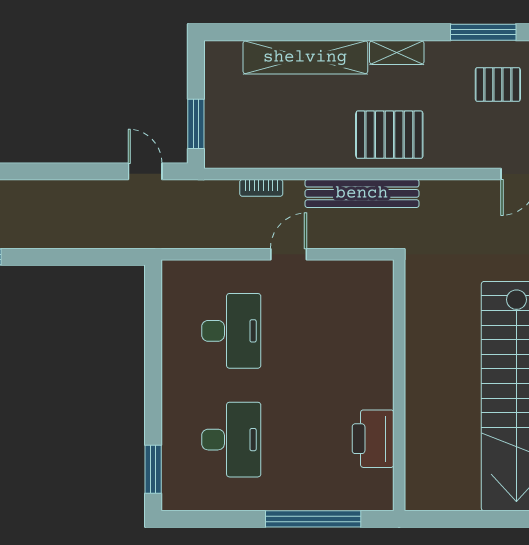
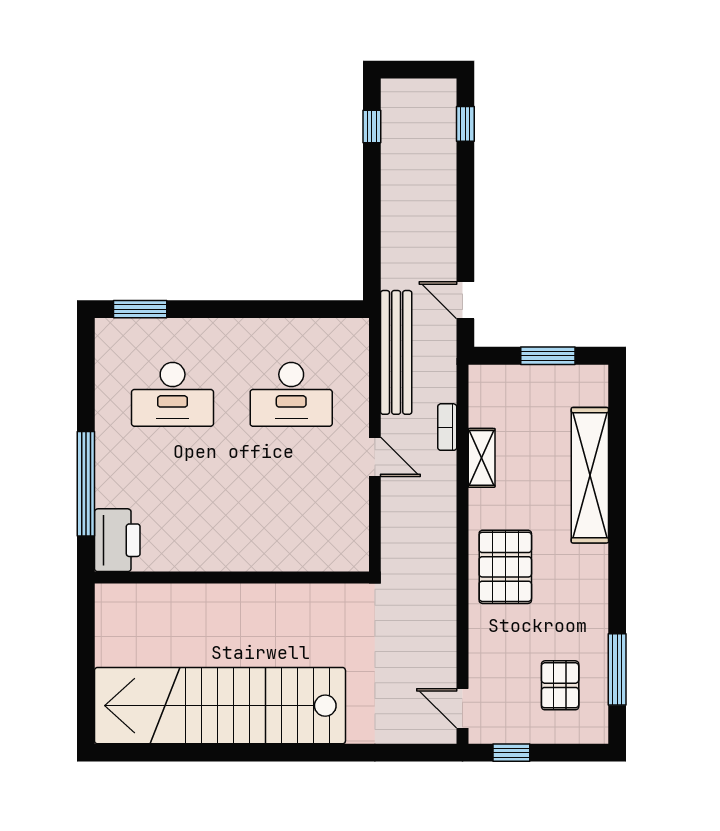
shelving: (397, 52) -> (482, 458), moved
window: (196, 124) -> (548, 356), moved
door: (145, 171) -> (465, 300), swing flipped
bench: (362, 193) -> (396, 352), moved
printer: (373, 439) -> (117, 540), moved, turned 90

